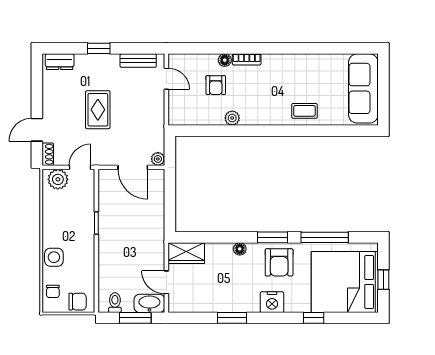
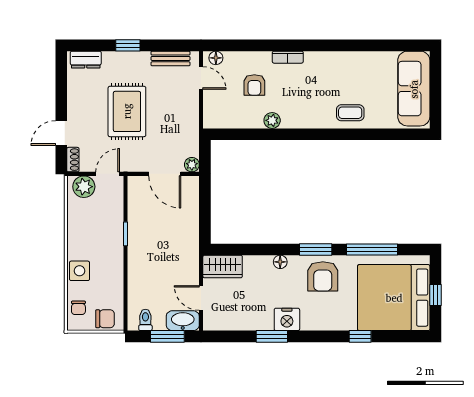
floor lamp: (225, 60) -> (216, 58), moved
rug: (98, 110) -> (127, 111), width x1.36, depth x1.43
nightstand: (272, 302) -> (287, 319), moved

